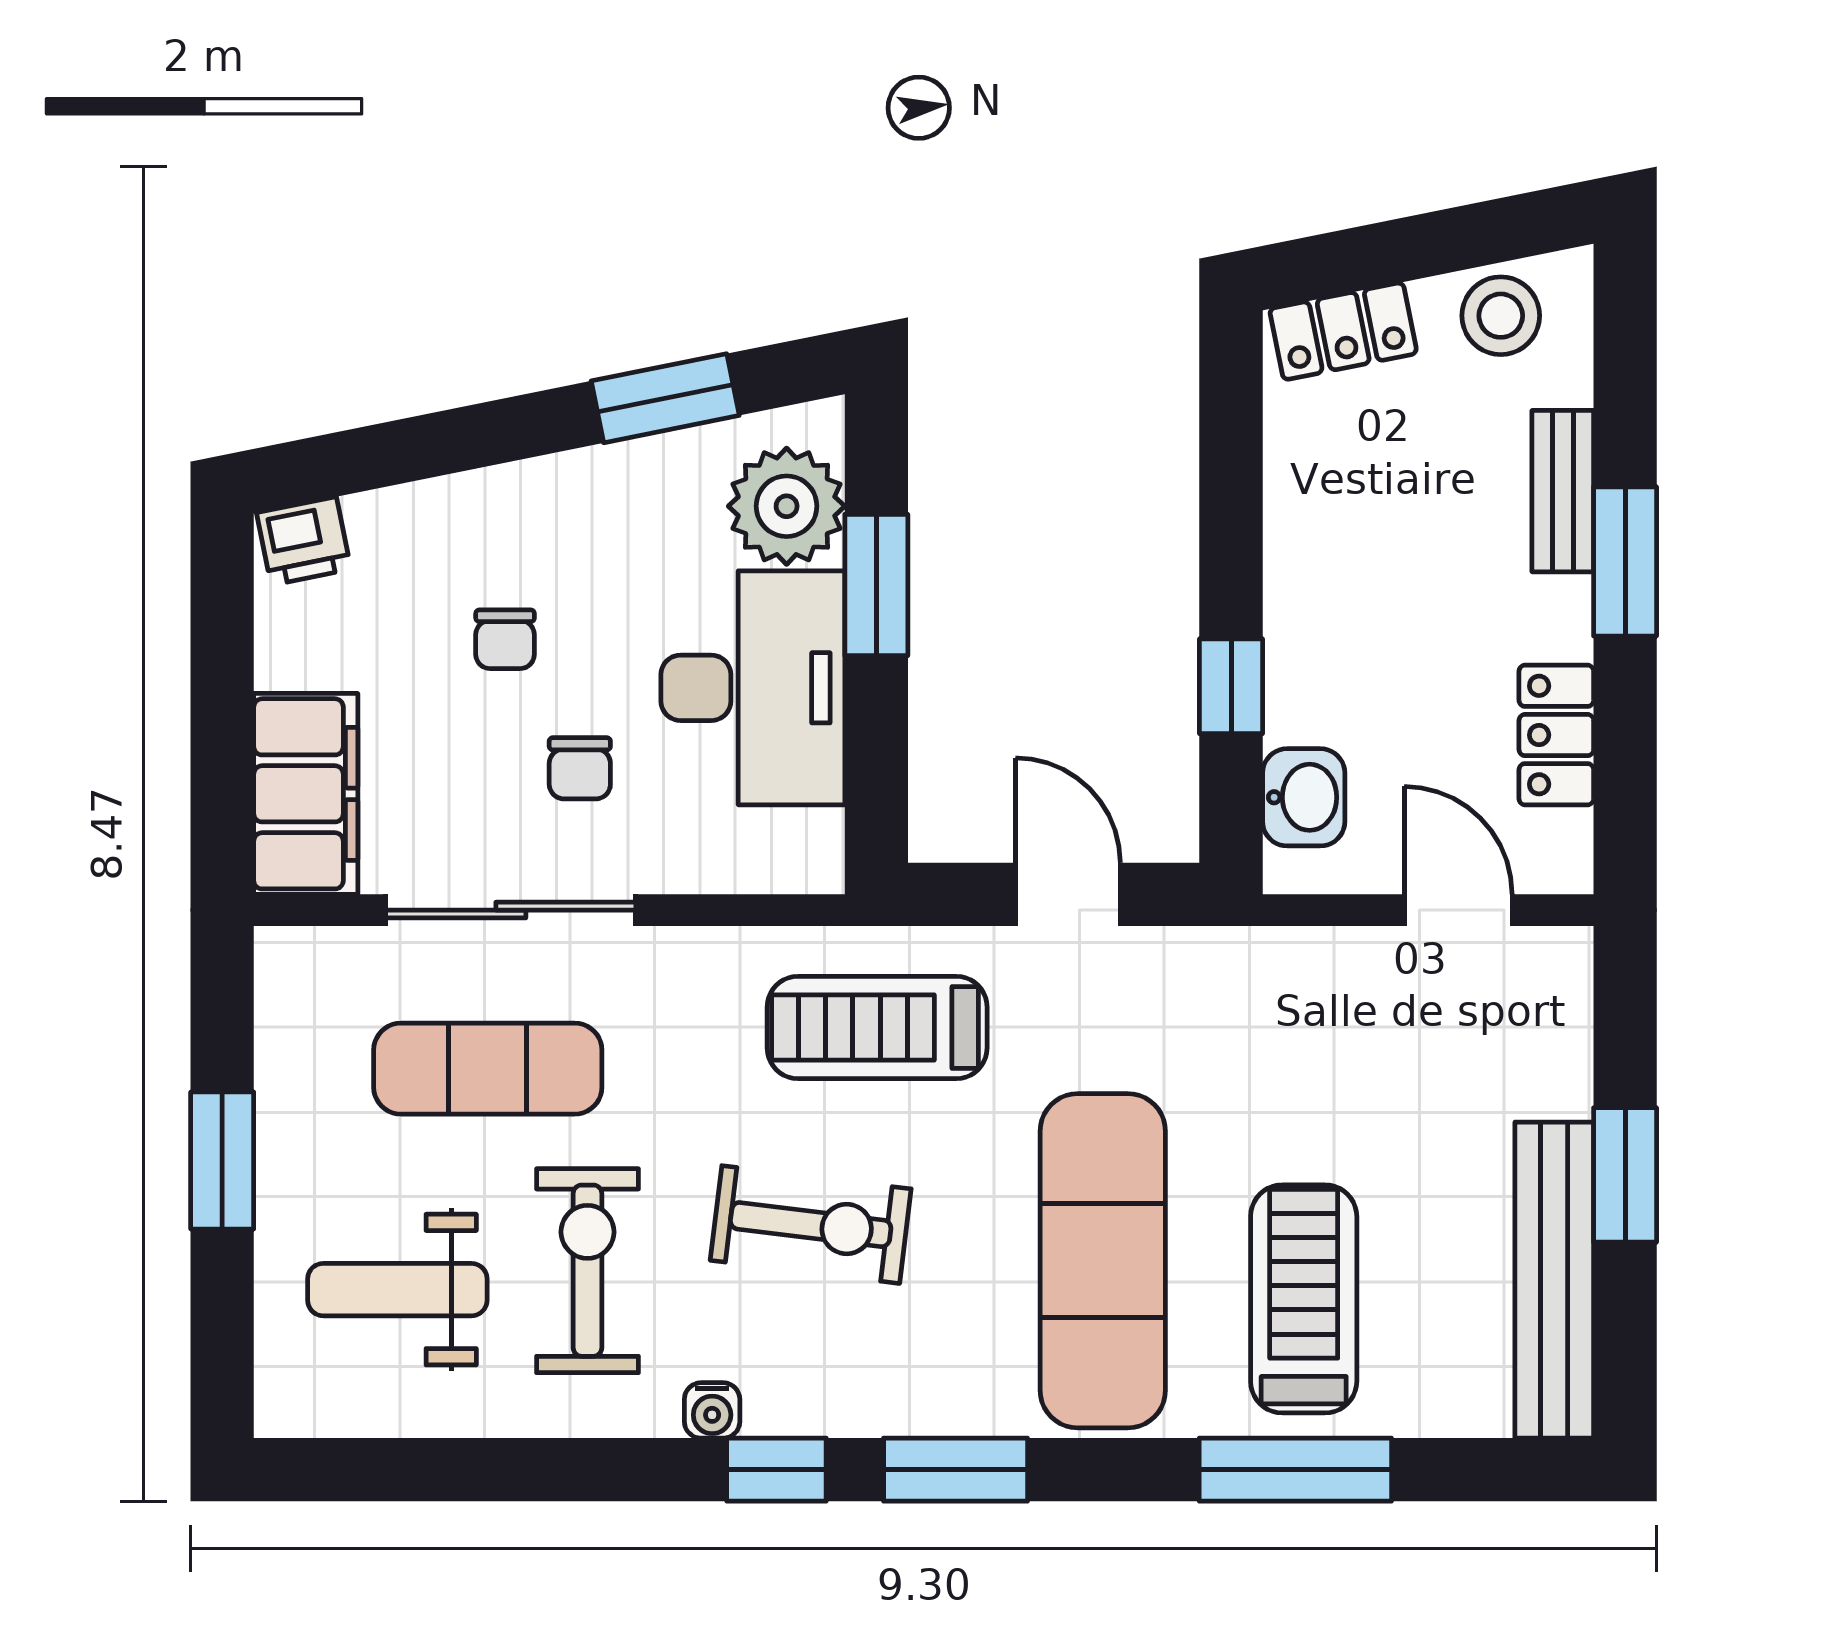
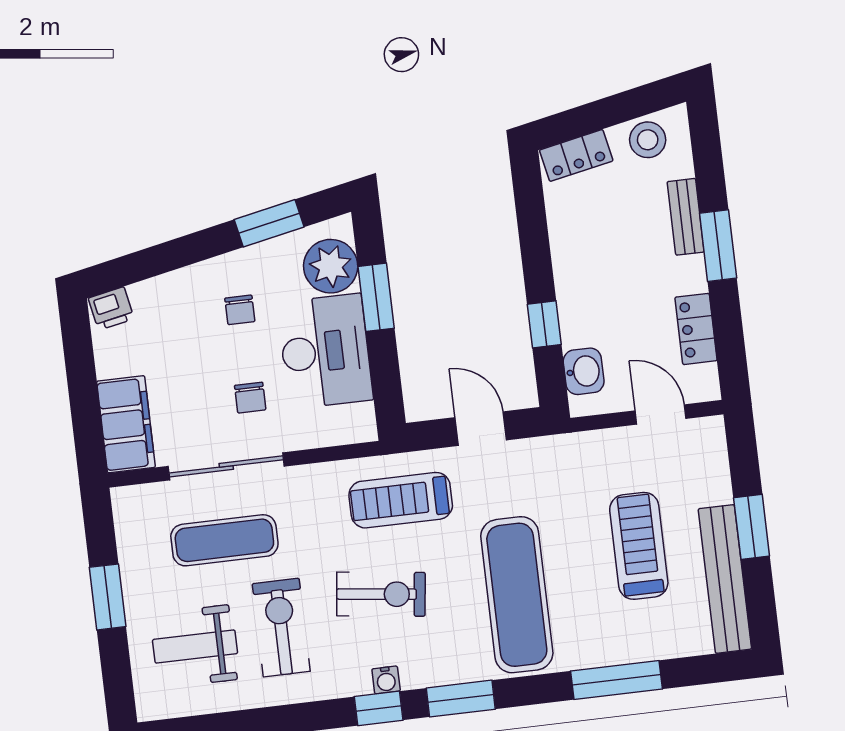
chair: (505, 639) -> (240, 310), moved
treadmill: (1304, 1299) -> (639, 546), moved
water cooler: (712, 1410) -> (386, 680), moved

